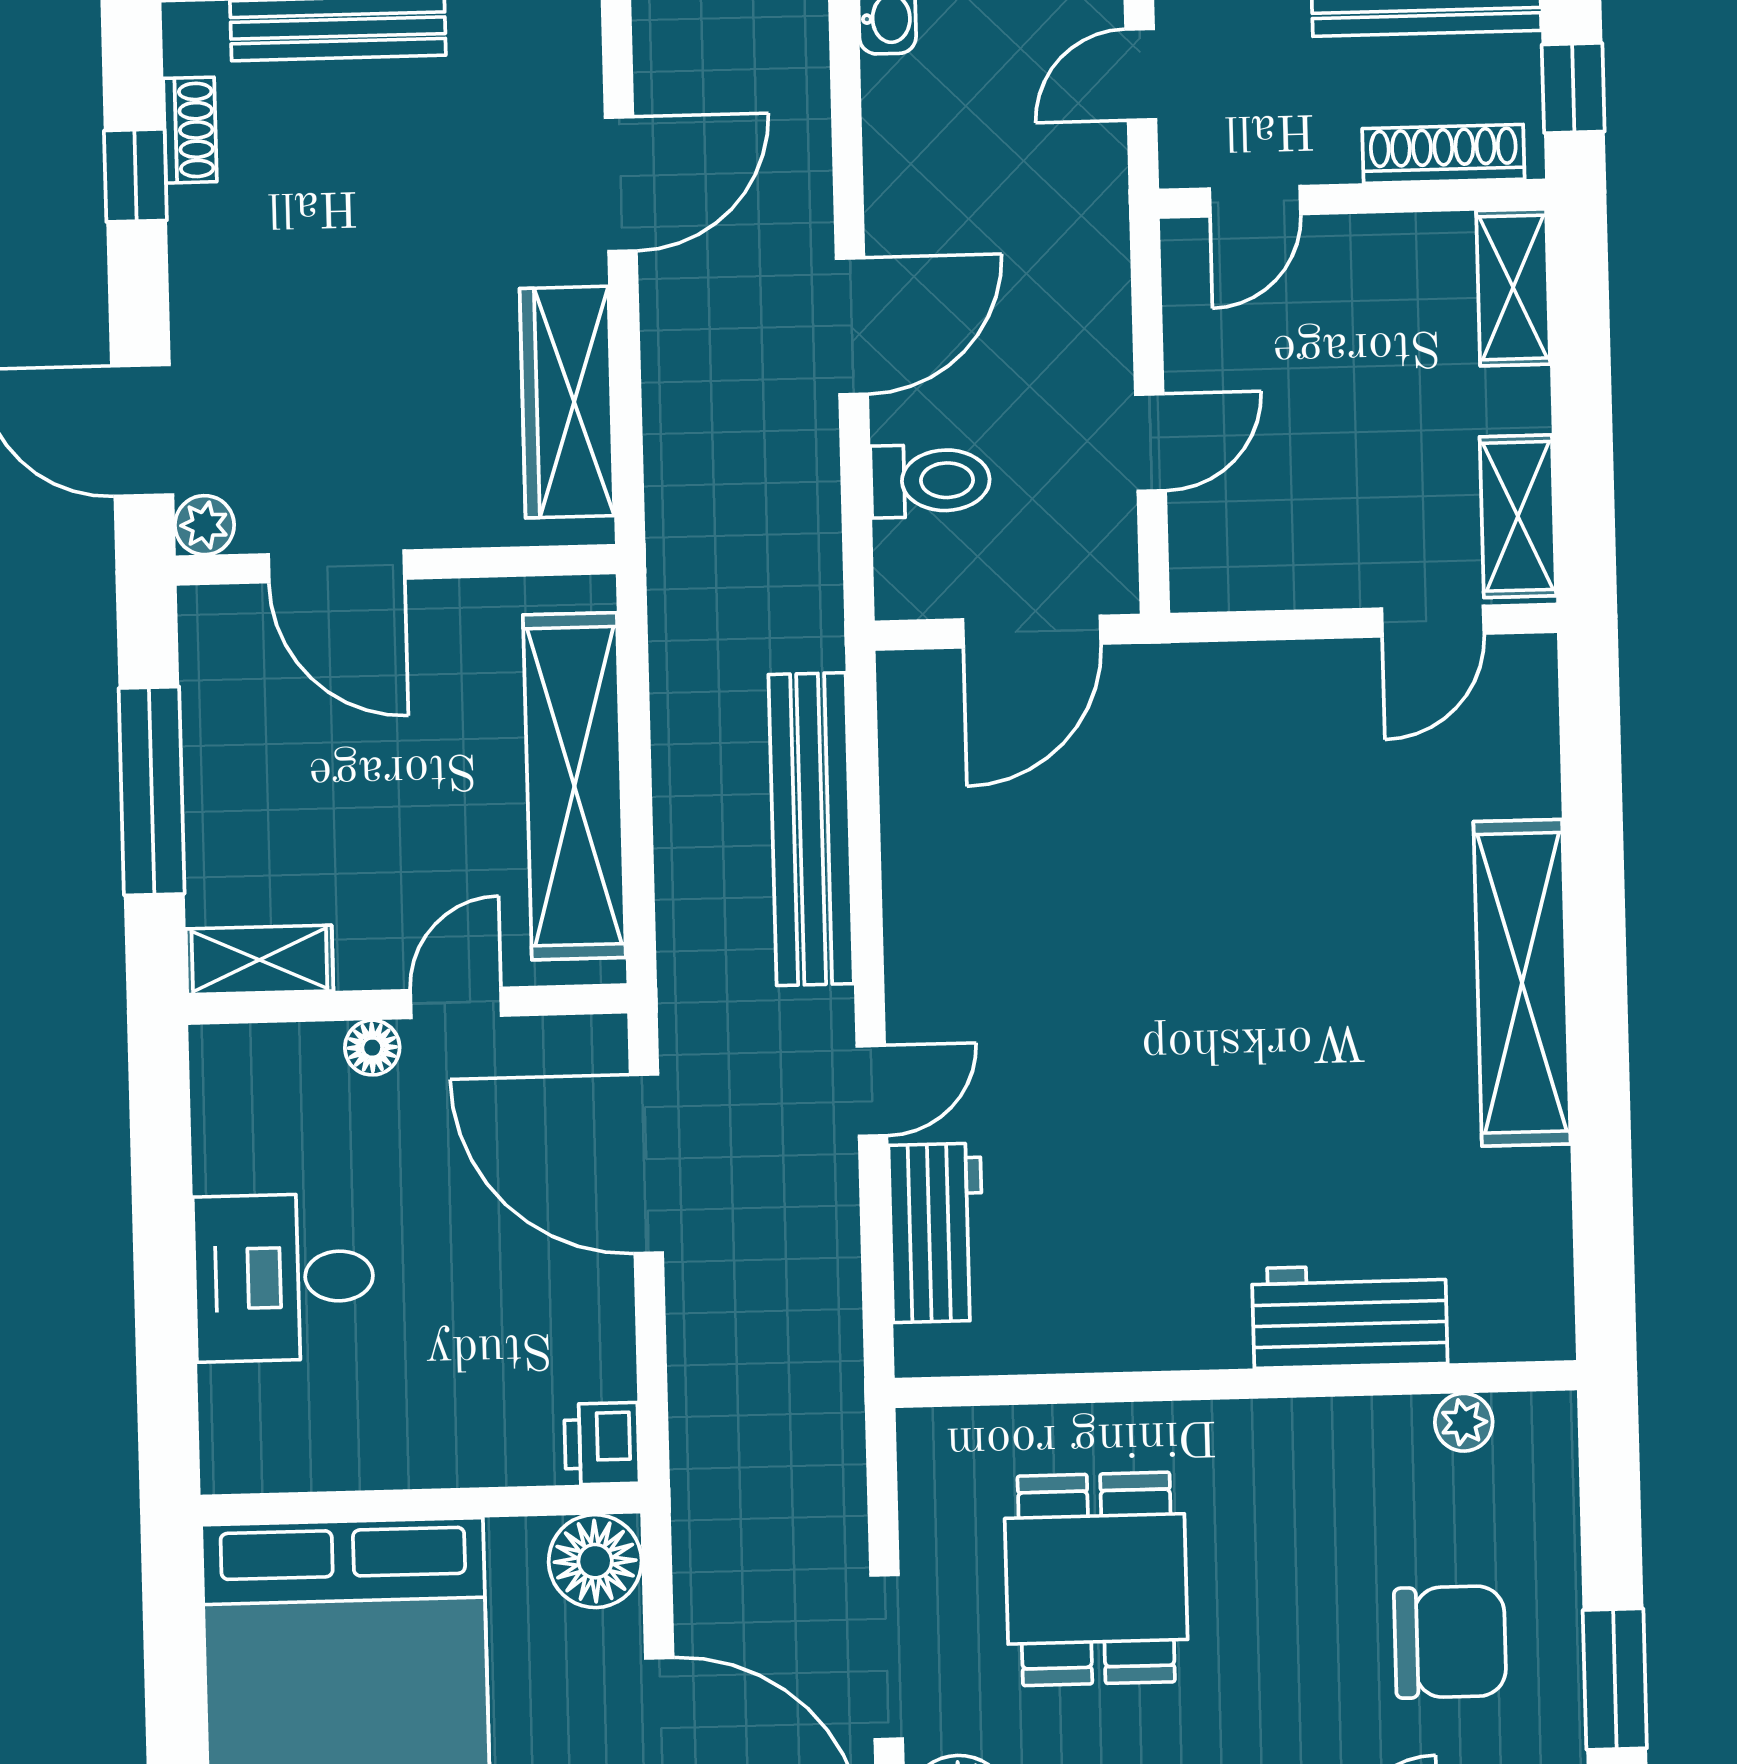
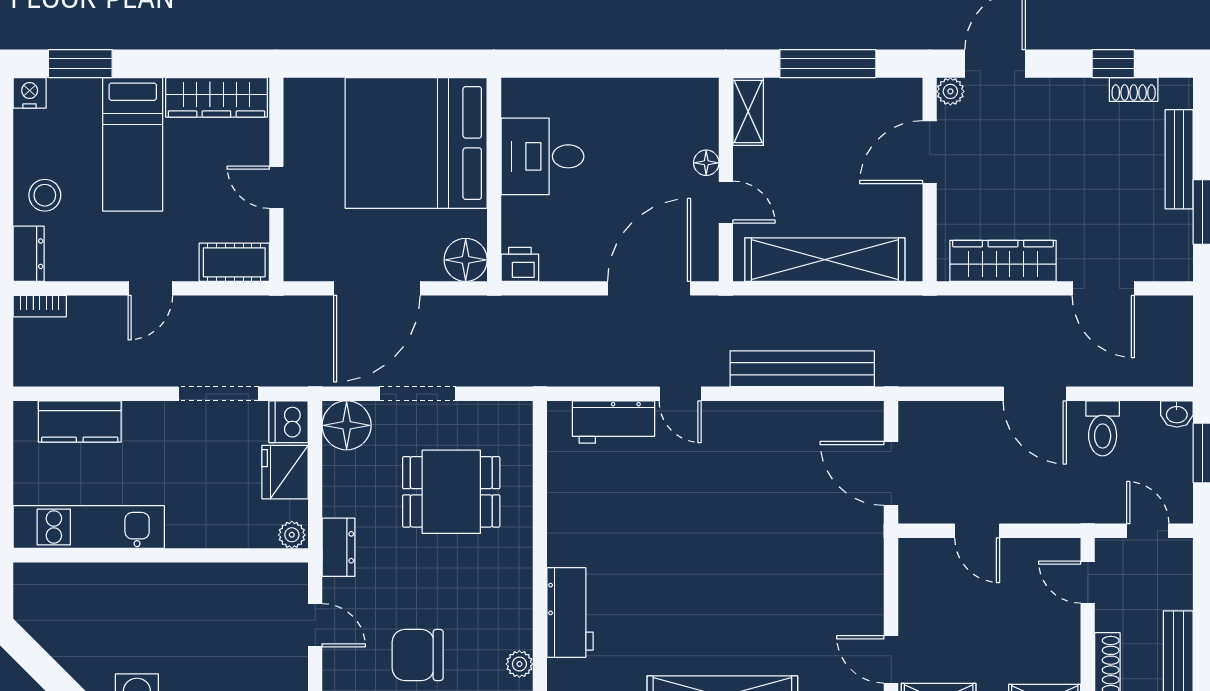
toilet: (930, 481) -> (1103, 428), moved
desk: (284, 1277) -> (543, 156), moved, turned -90
chair: (1450, 1642) -> (418, 655), turned 90

